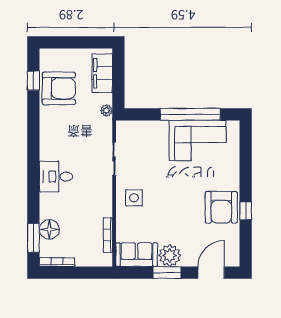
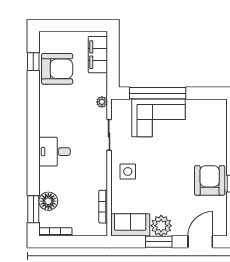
plant: (106, 110) -> (102, 102), moved
window: (190, 114) -> (158, 93), moved
corner sofa: (198, 141) -> (158, 118), moved
armchair: (221, 207) -> (210, 180), turned 180

